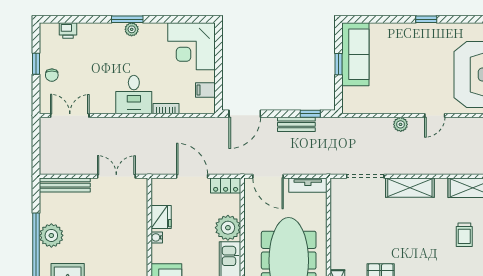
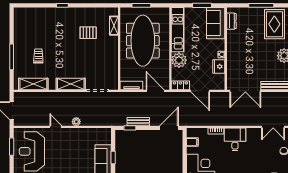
door: (435, 115) -> (56, 127), hinge flipped
double door: (116, 176) -> (245, 91), width x1.37

